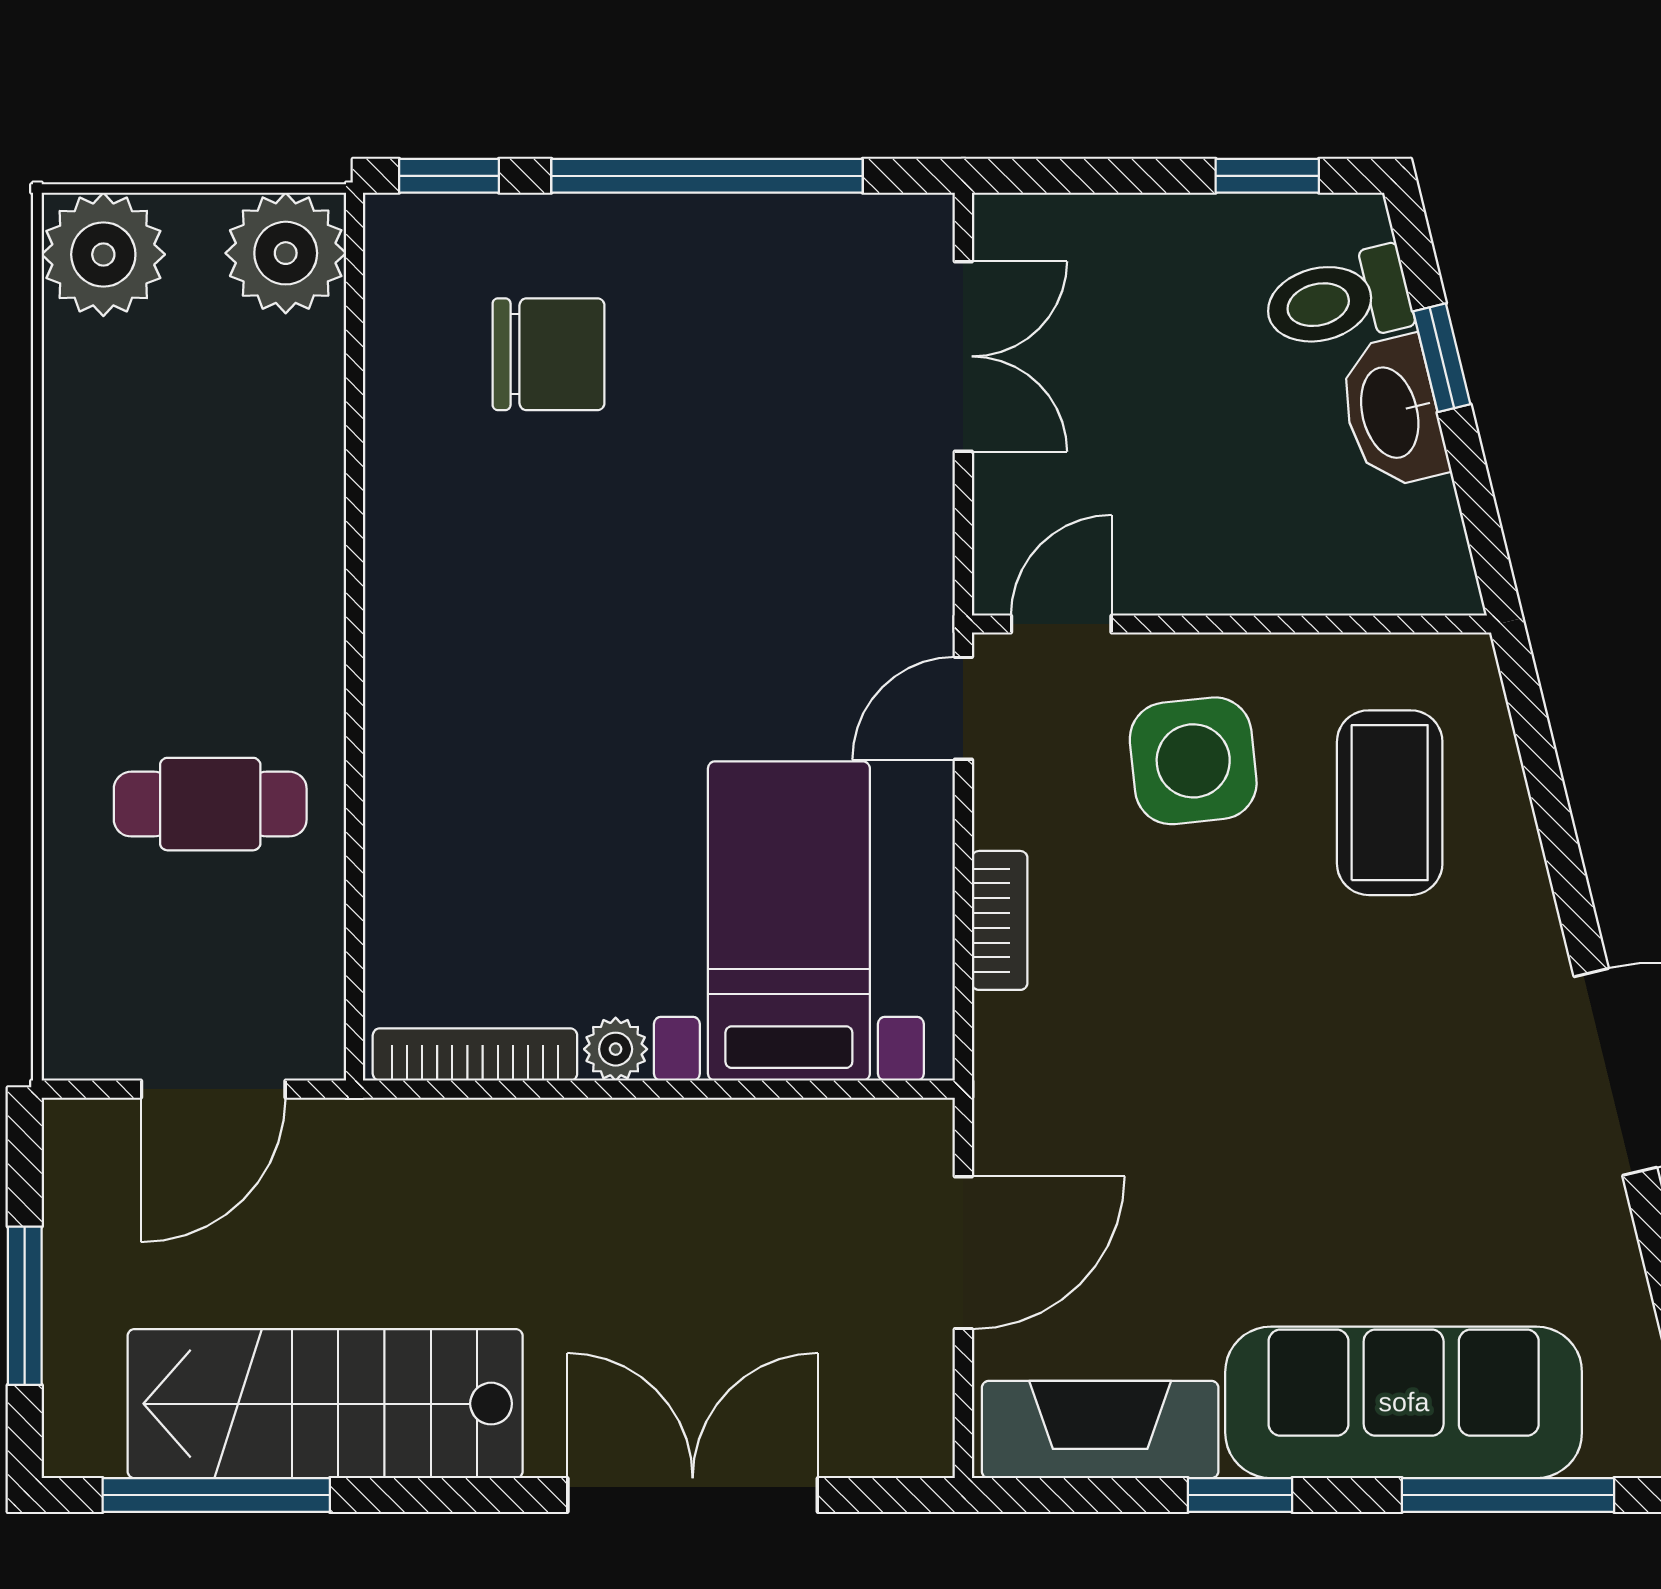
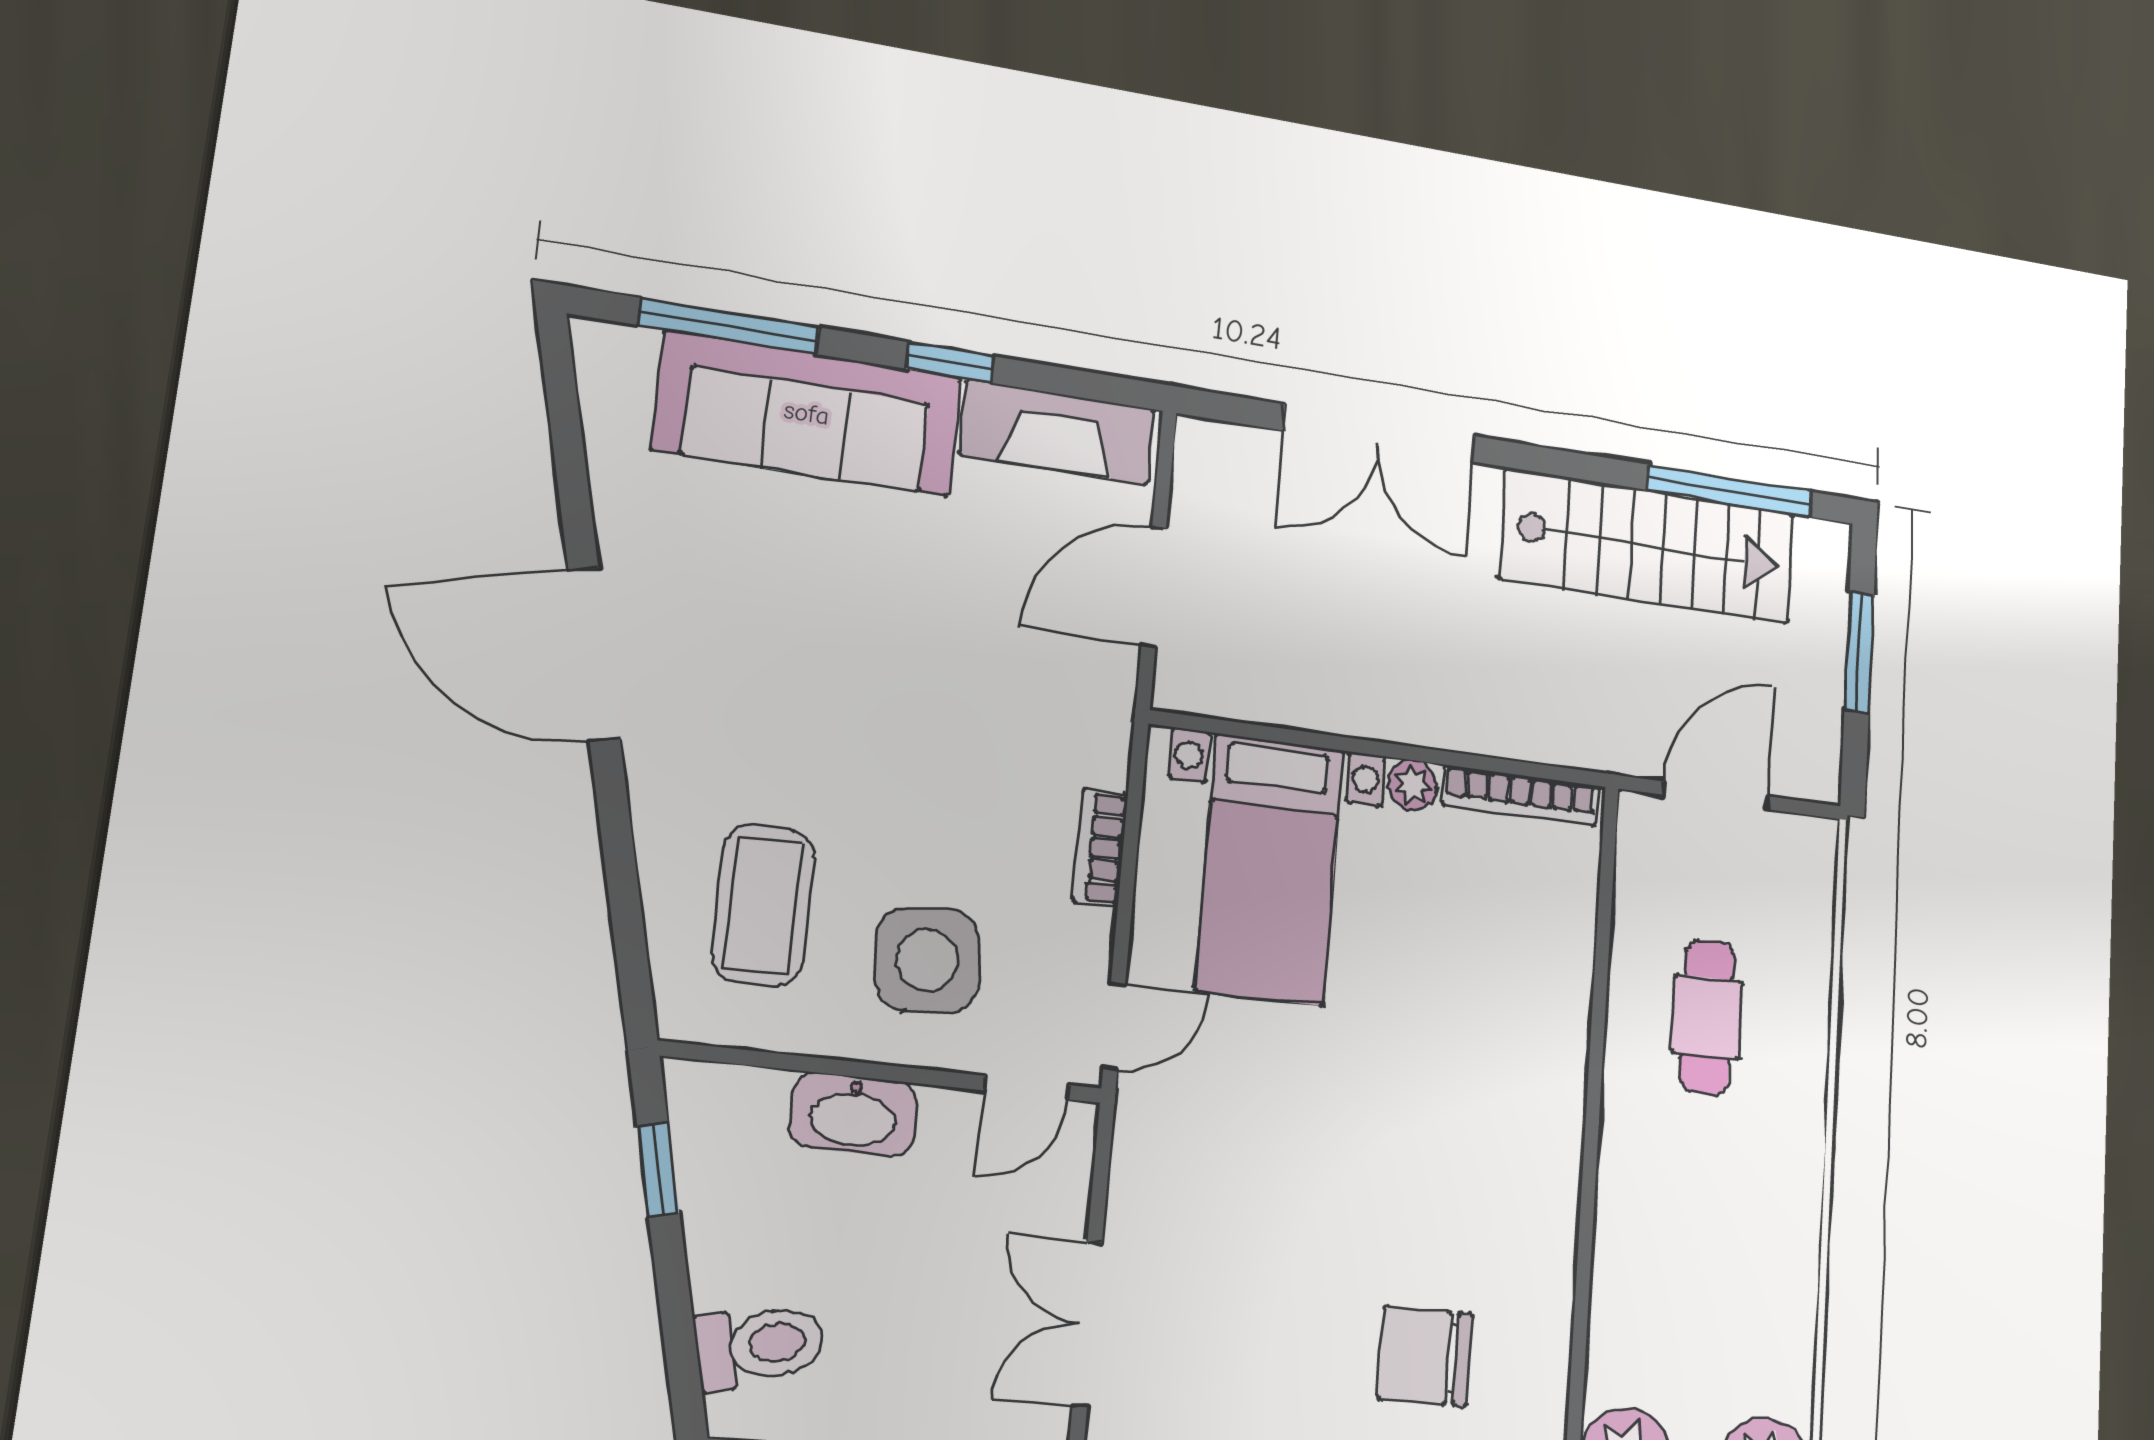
window: (1442, 358) -> (658, 1169), moved
washbasin: (1392, 412) -> (854, 1114), moved, turned 104
cafe table: (210, 804) -> (1707, 1017), turned 90

